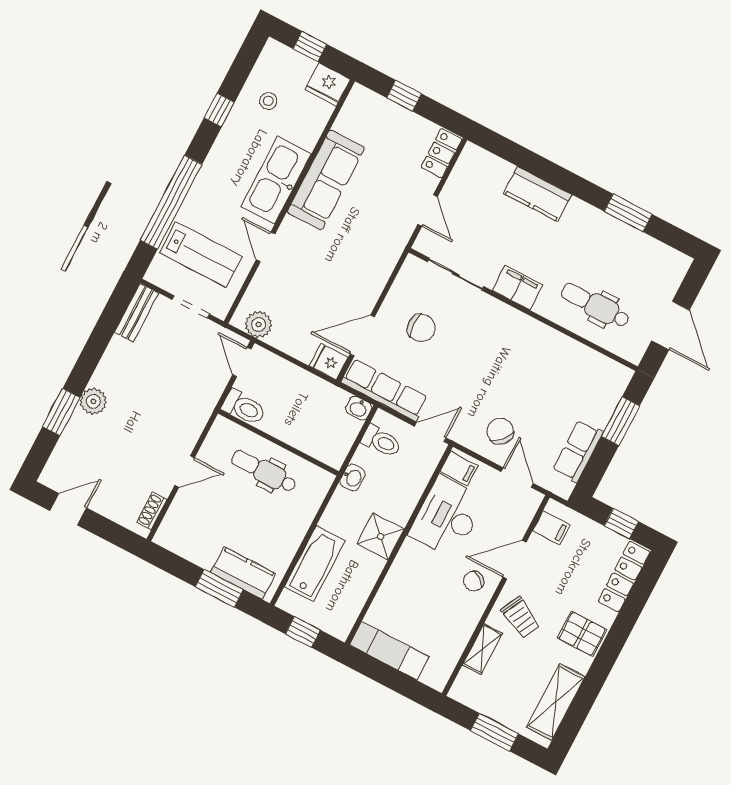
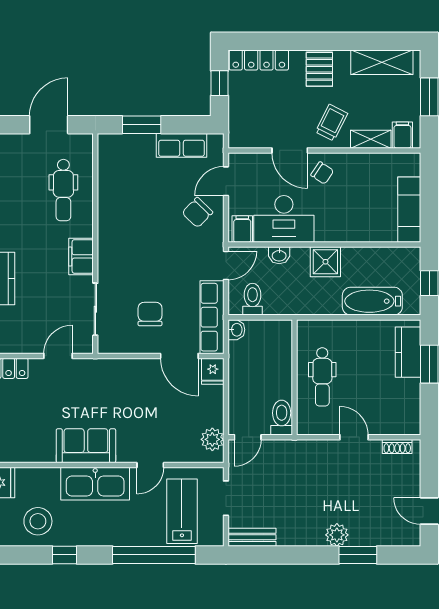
stool: (268, 101) -> (38, 521), width x1.89, depth x1.89
sofa: (326, 180) -> (86, 446), width x0.73
door: (430, 432) -> (226, 265), swing flipped
washbasin: (353, 478) -> (279, 255), moved, turned 180
filing cabinet: (551, 528) -> (402, 135), moved

